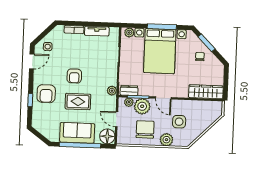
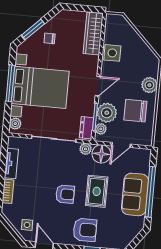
side table: (179, 122) -> (112, 53), moved
floor lamp: (107, 136) -> (101, 154), moved

